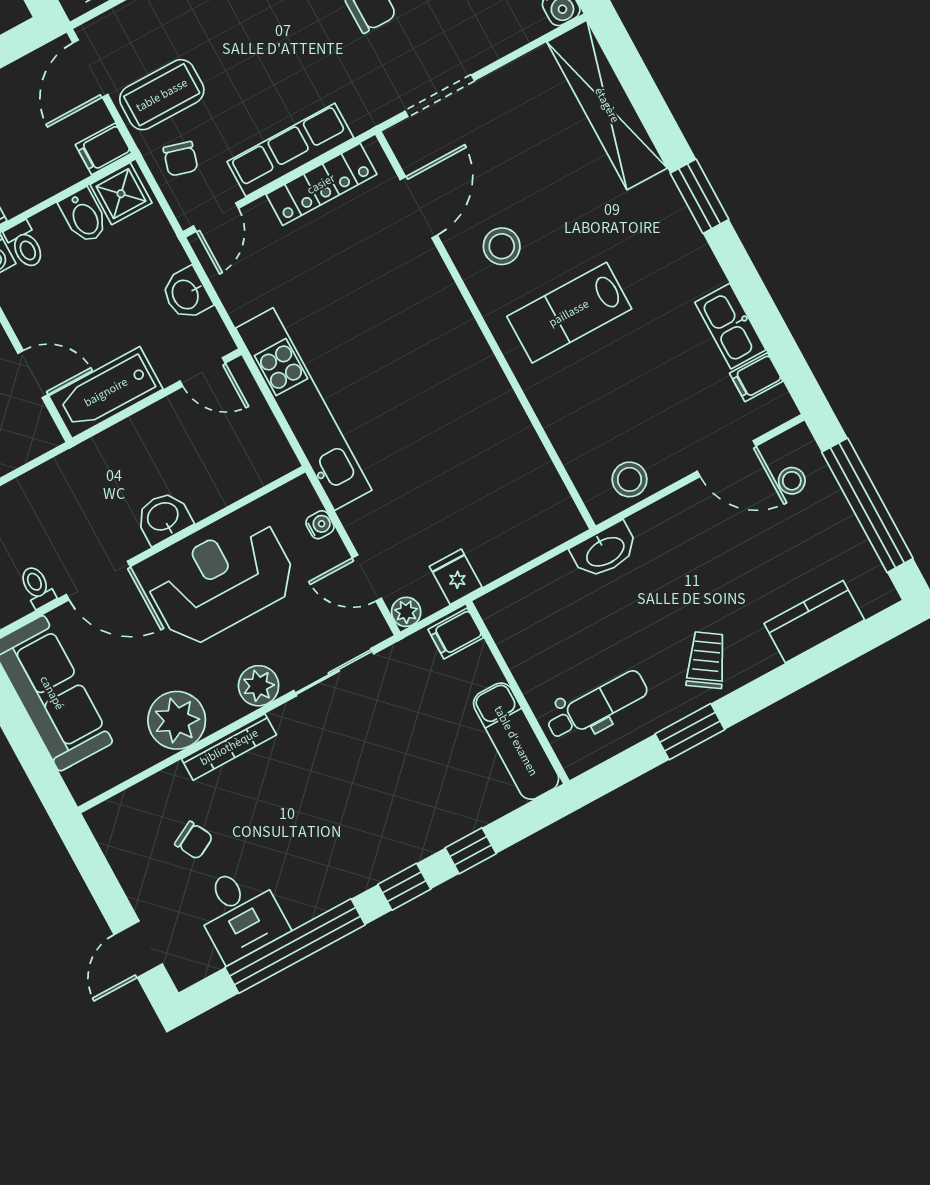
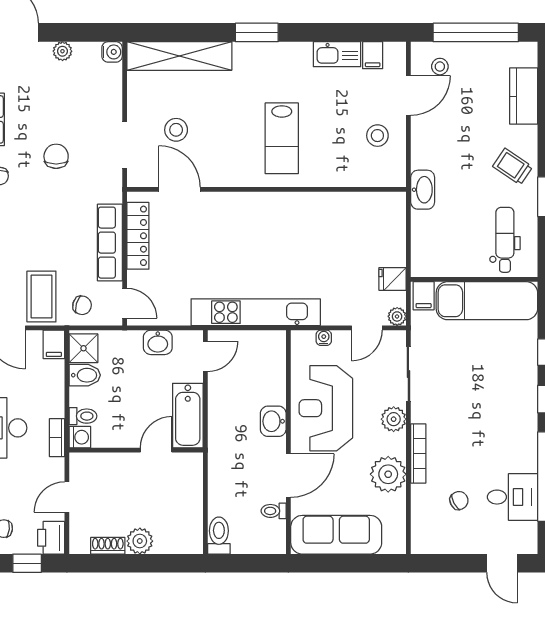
stool: (502, 246) -> (176, 130), moved
stool: (629, 479) -> (377, 136), moved
exam couch: (516, 741) -> (487, 301), width x1.36, depth x1.45

